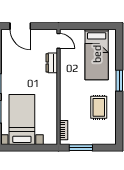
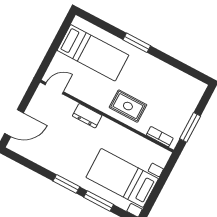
dresser: (52, 63) -> (87, 116), moved
rug: (99, 107) -> (128, 106), moved

